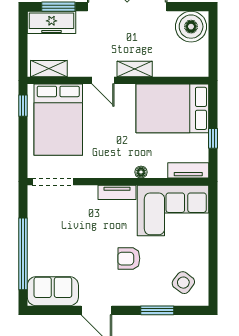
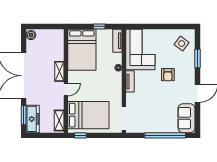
boiler: (191, 27) -> (31, 35), width x0.54, depth x0.54

